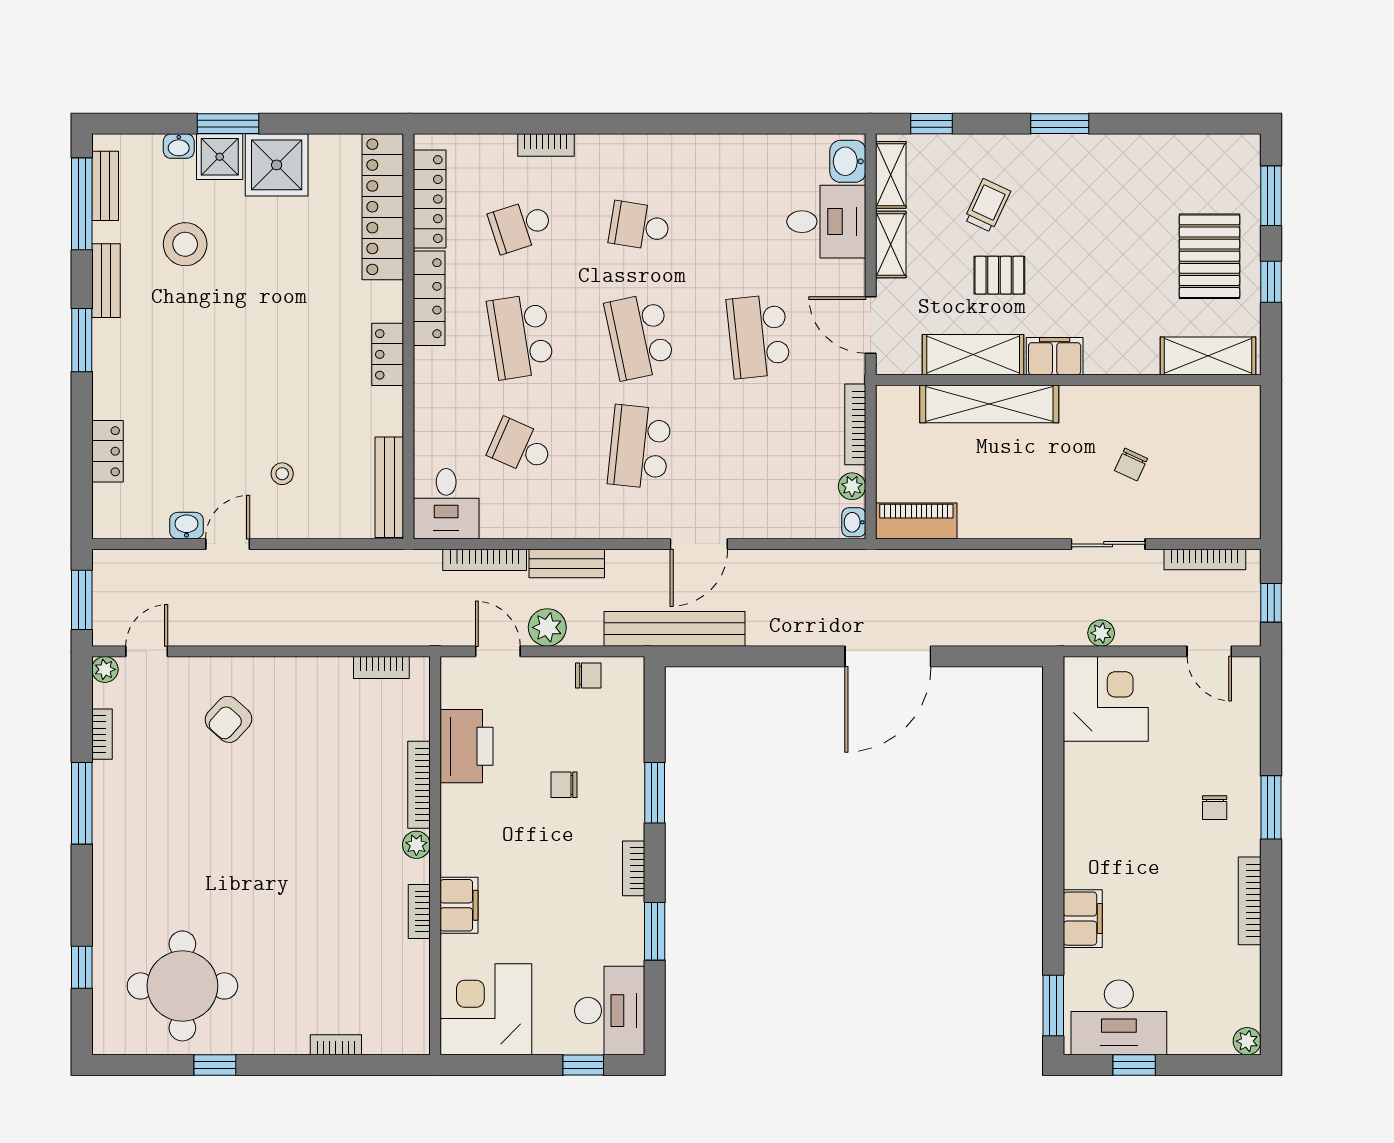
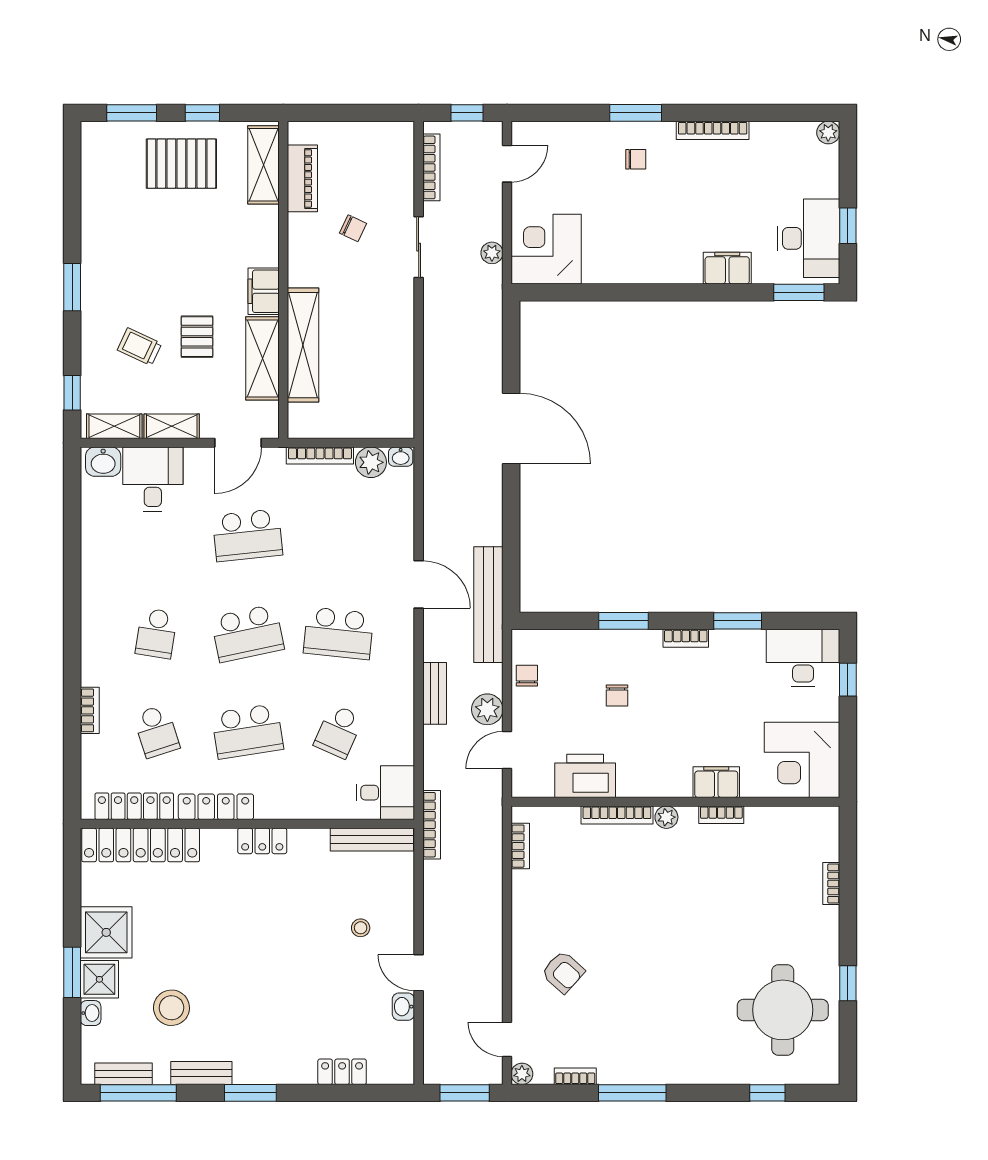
plant: (852, 486) -> (371, 462), width x1.38, depth x1.38
piano: (916, 521) -> (302, 178), moved, turned 180
bookcase: (485, 560) -> (432, 825), moved

